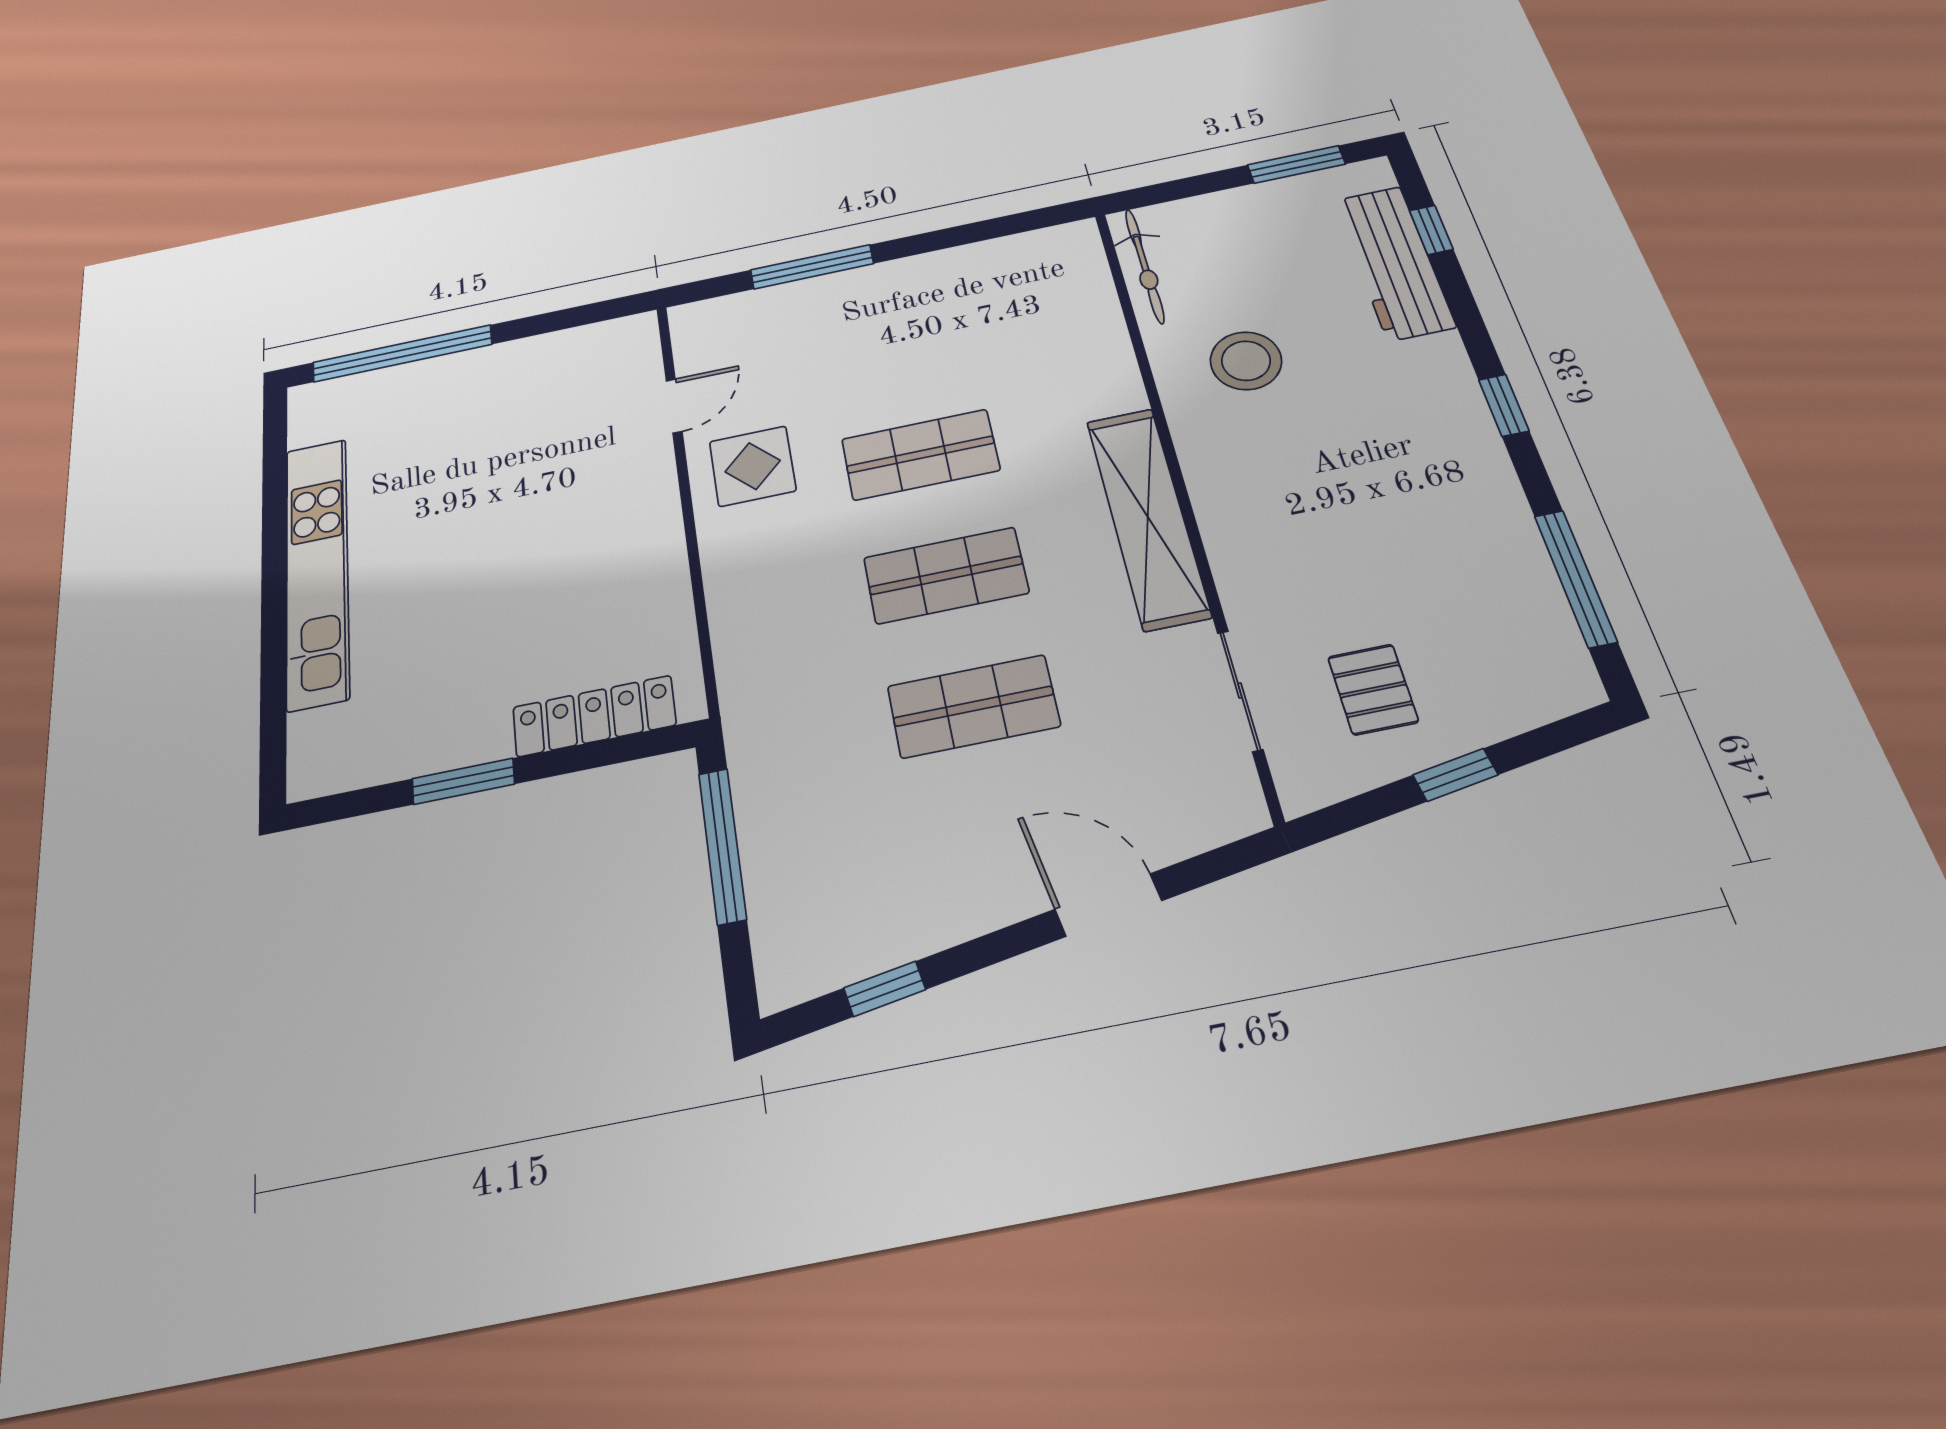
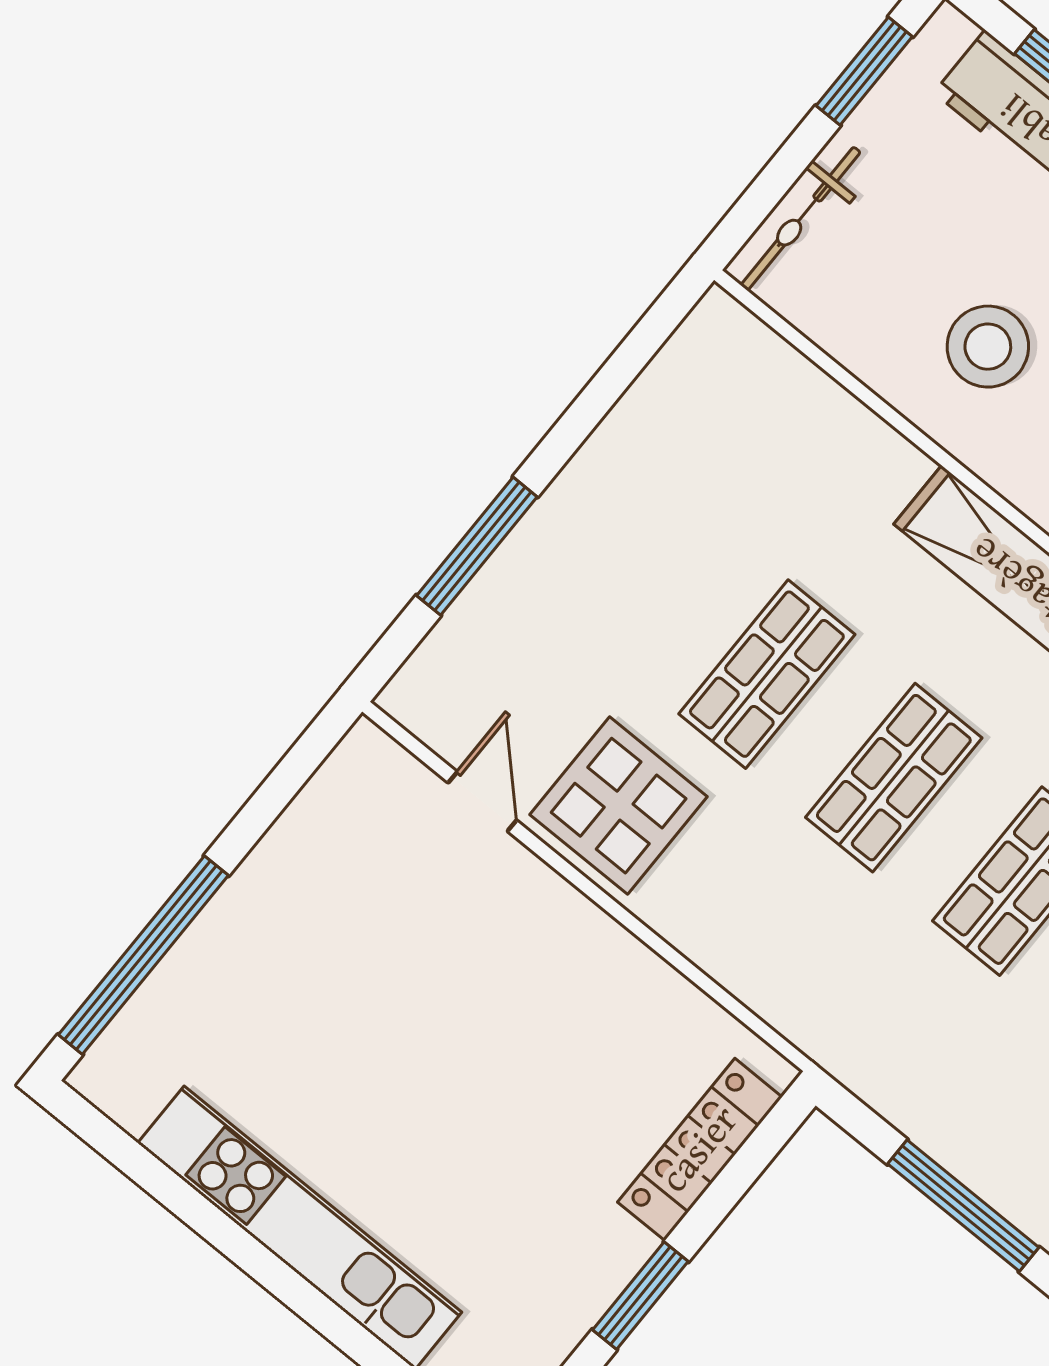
bicycle: (1145, 266) -> (801, 219), moved, turned 90
display table: (753, 466) -> (619, 806), width x1.36, depth x1.36
window: (722, 846) -> (963, 1206), moved

